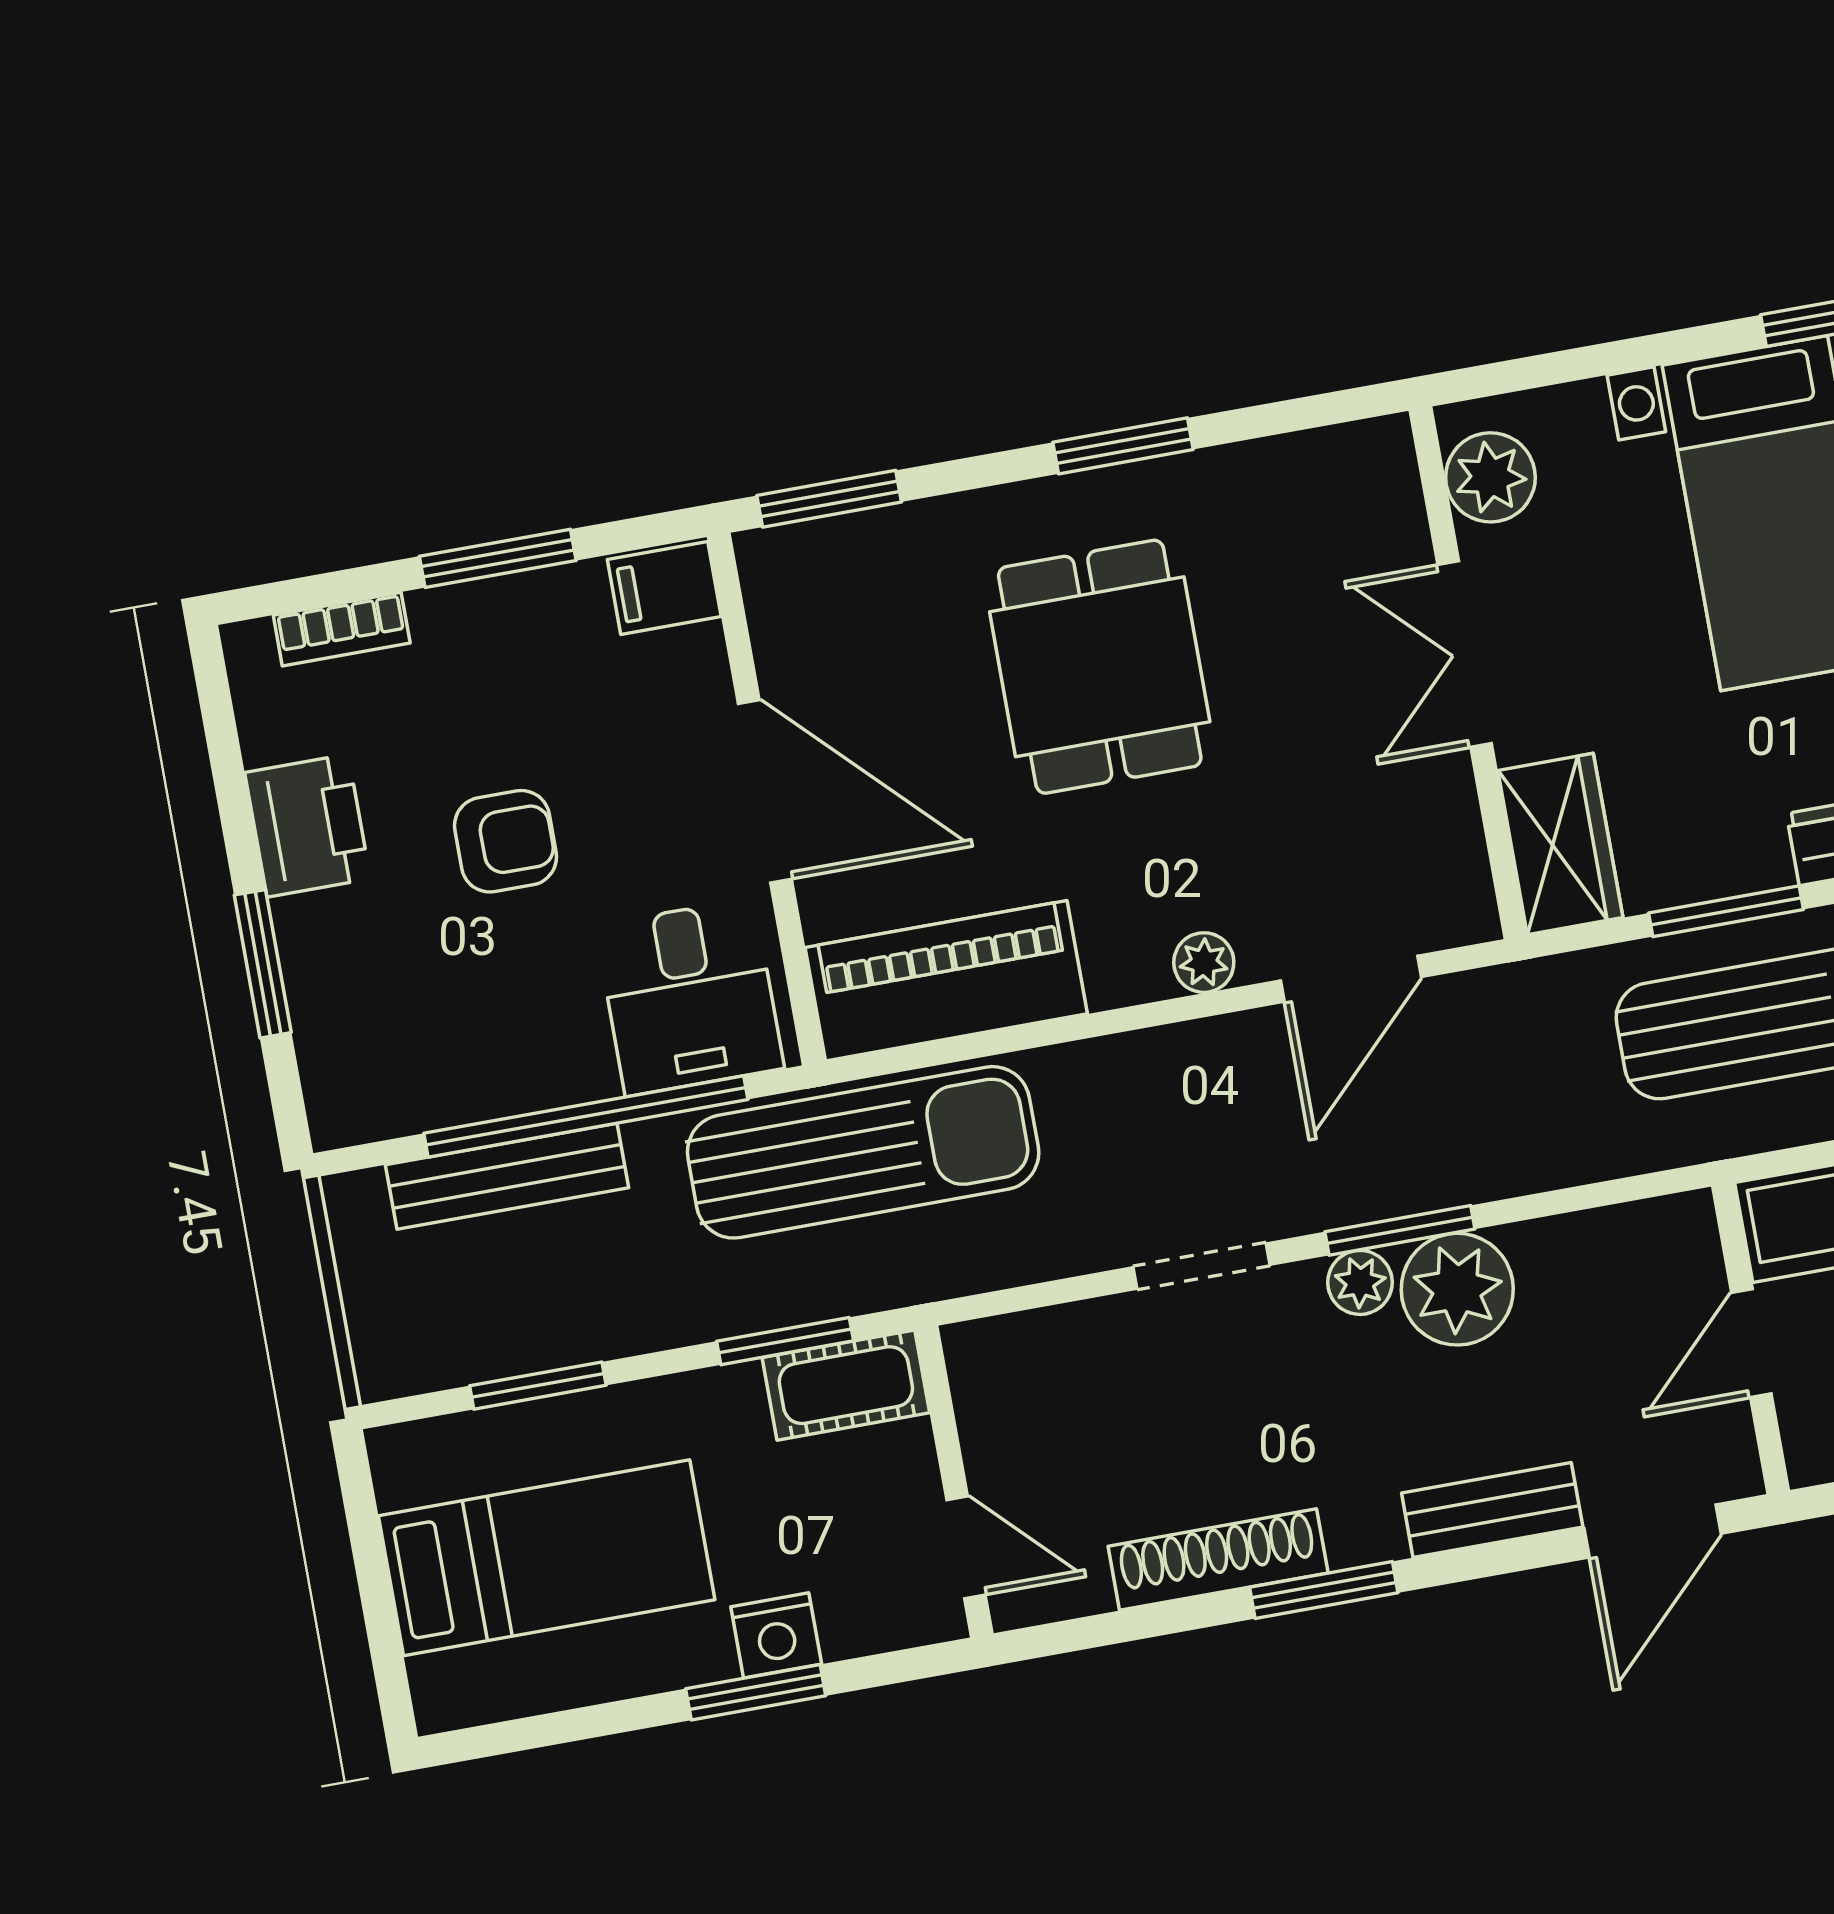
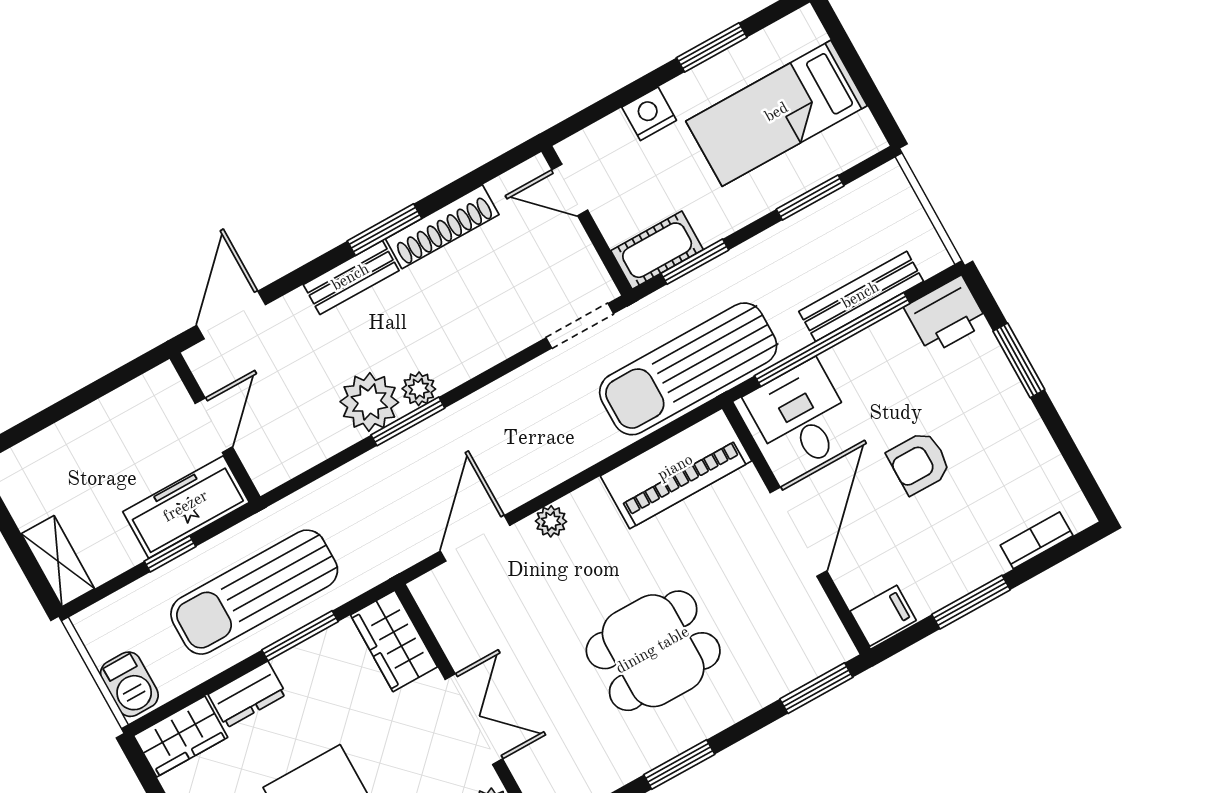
dining table: (1100, 667) -> (653, 651), turned 90
door: (765, 791) -> (799, 532), swing flipped
printer: (307, 826) -> (946, 315), moved, turned -90
doorway: (1202, 1266) -> (580, 326), moved
bench: (1492, 1510) -> (351, 278), moved
window: (756, 1692) -> (712, 47), moved

